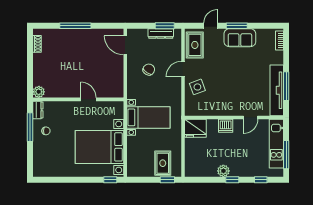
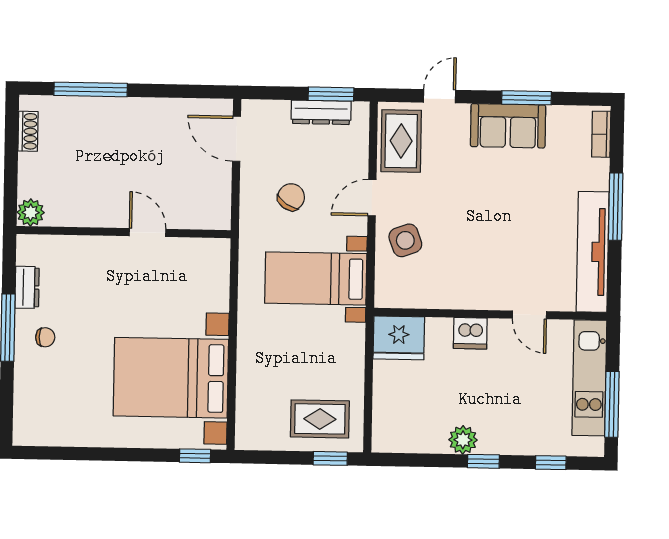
window: (75, 26) -> (91, 89), moved
window: (237, 26) -> (527, 98), moved
window: (286, 86) -> (616, 207), moved
plant: (39, 92) -> (31, 212), moved
wall: (78, 99) -> (124, 232), moved
door: (88, 99) -> (147, 233), moved
bed with nightstands: (148, 117) -> (316, 278), moved, turned 180
door: (251, 117) -> (529, 315), hinge flipped
rug: (163, 163) -> (320, 419), turned 90

